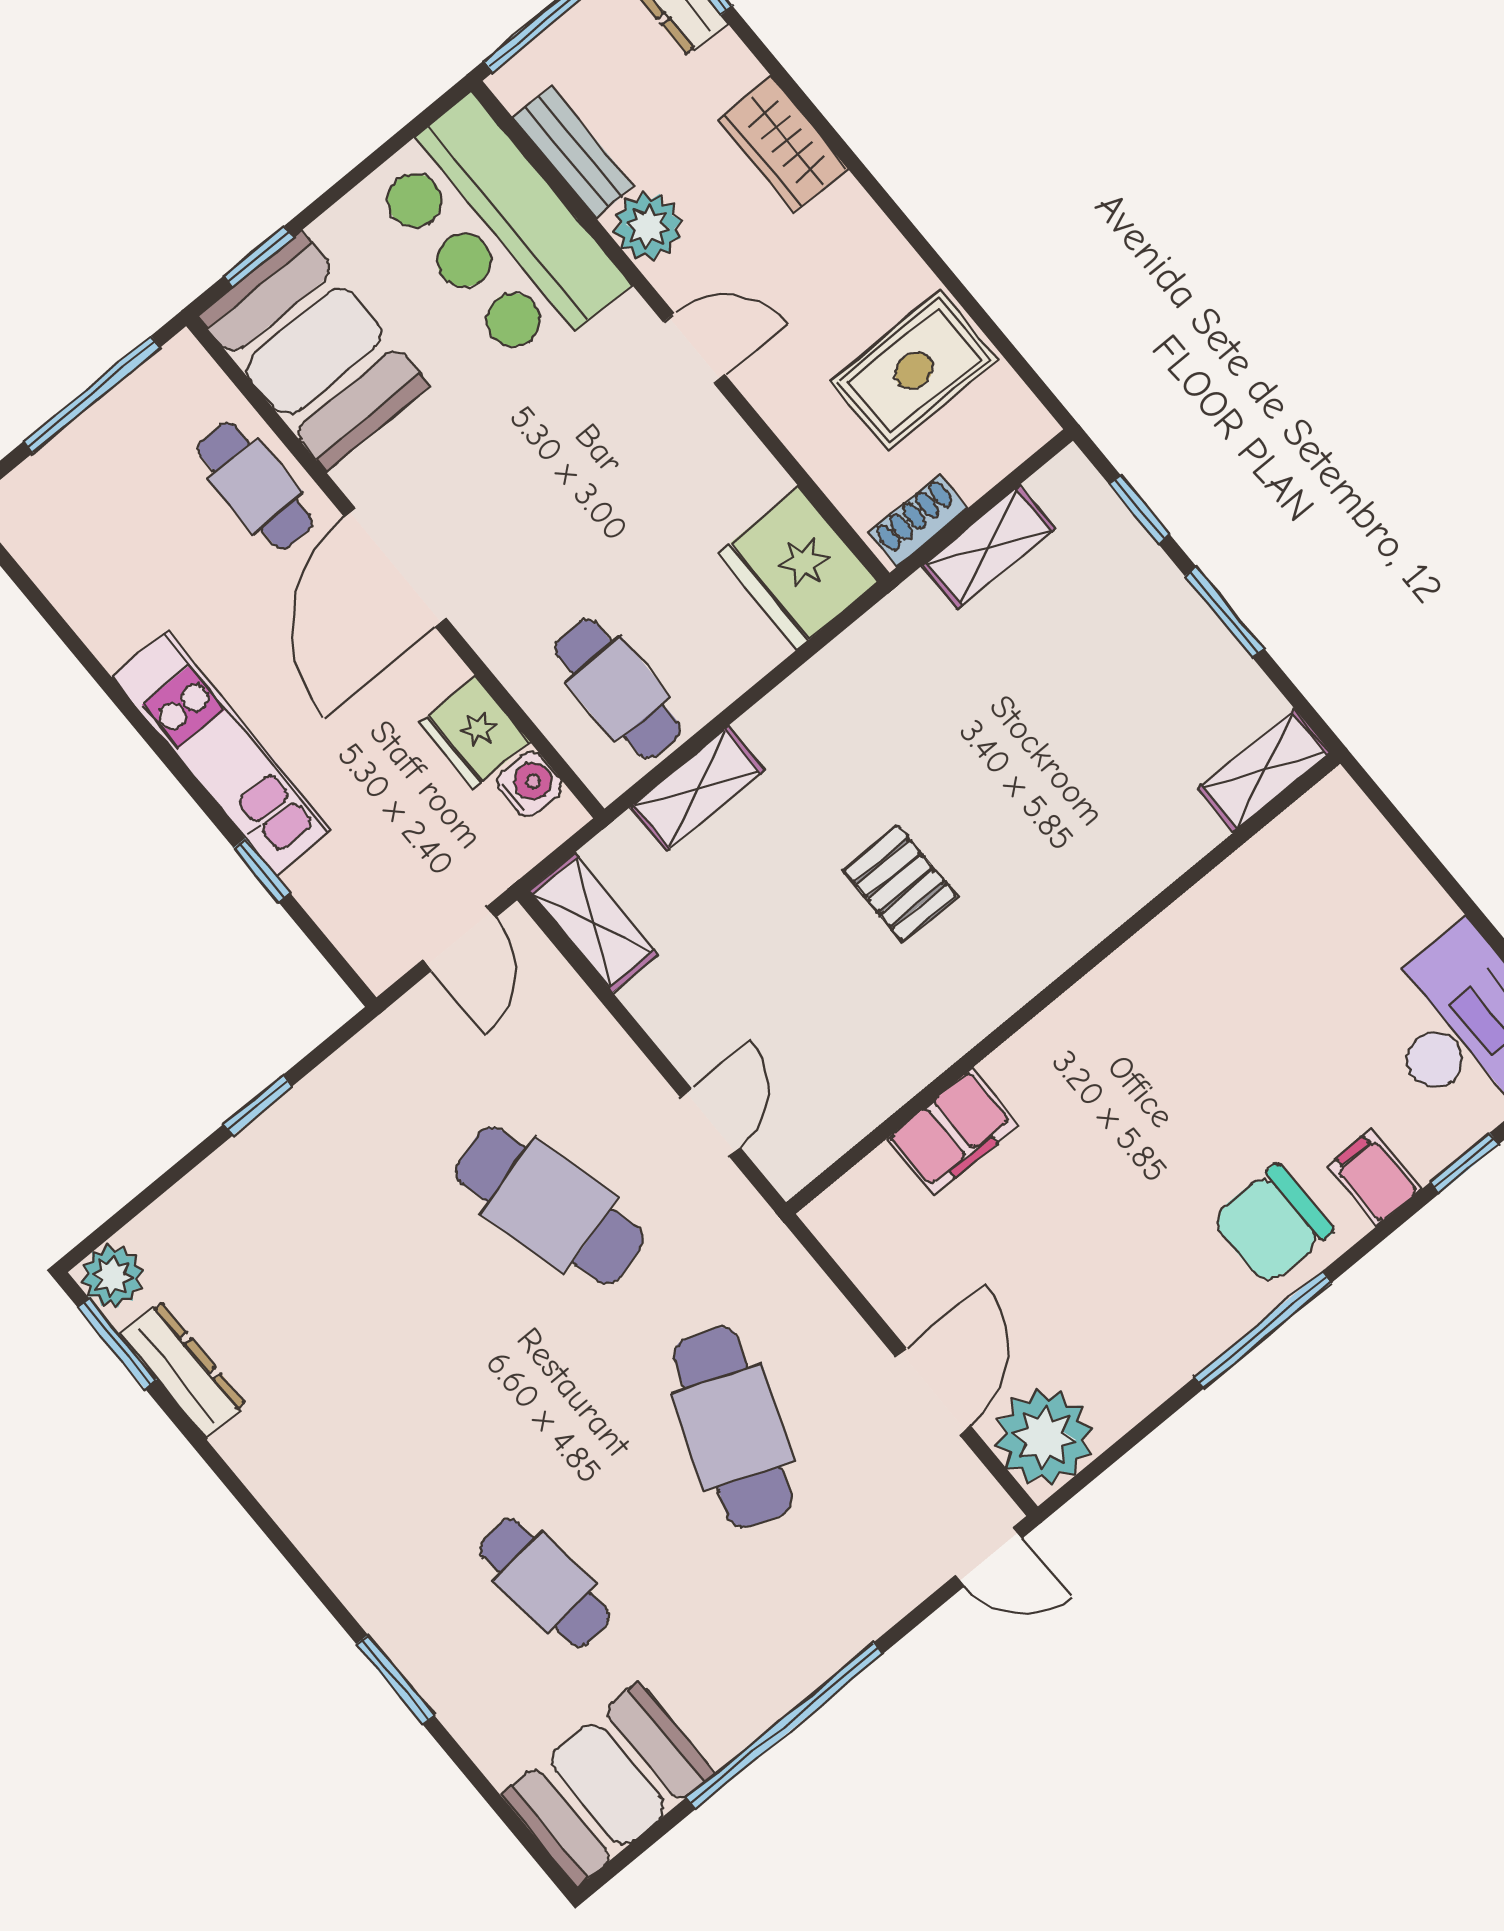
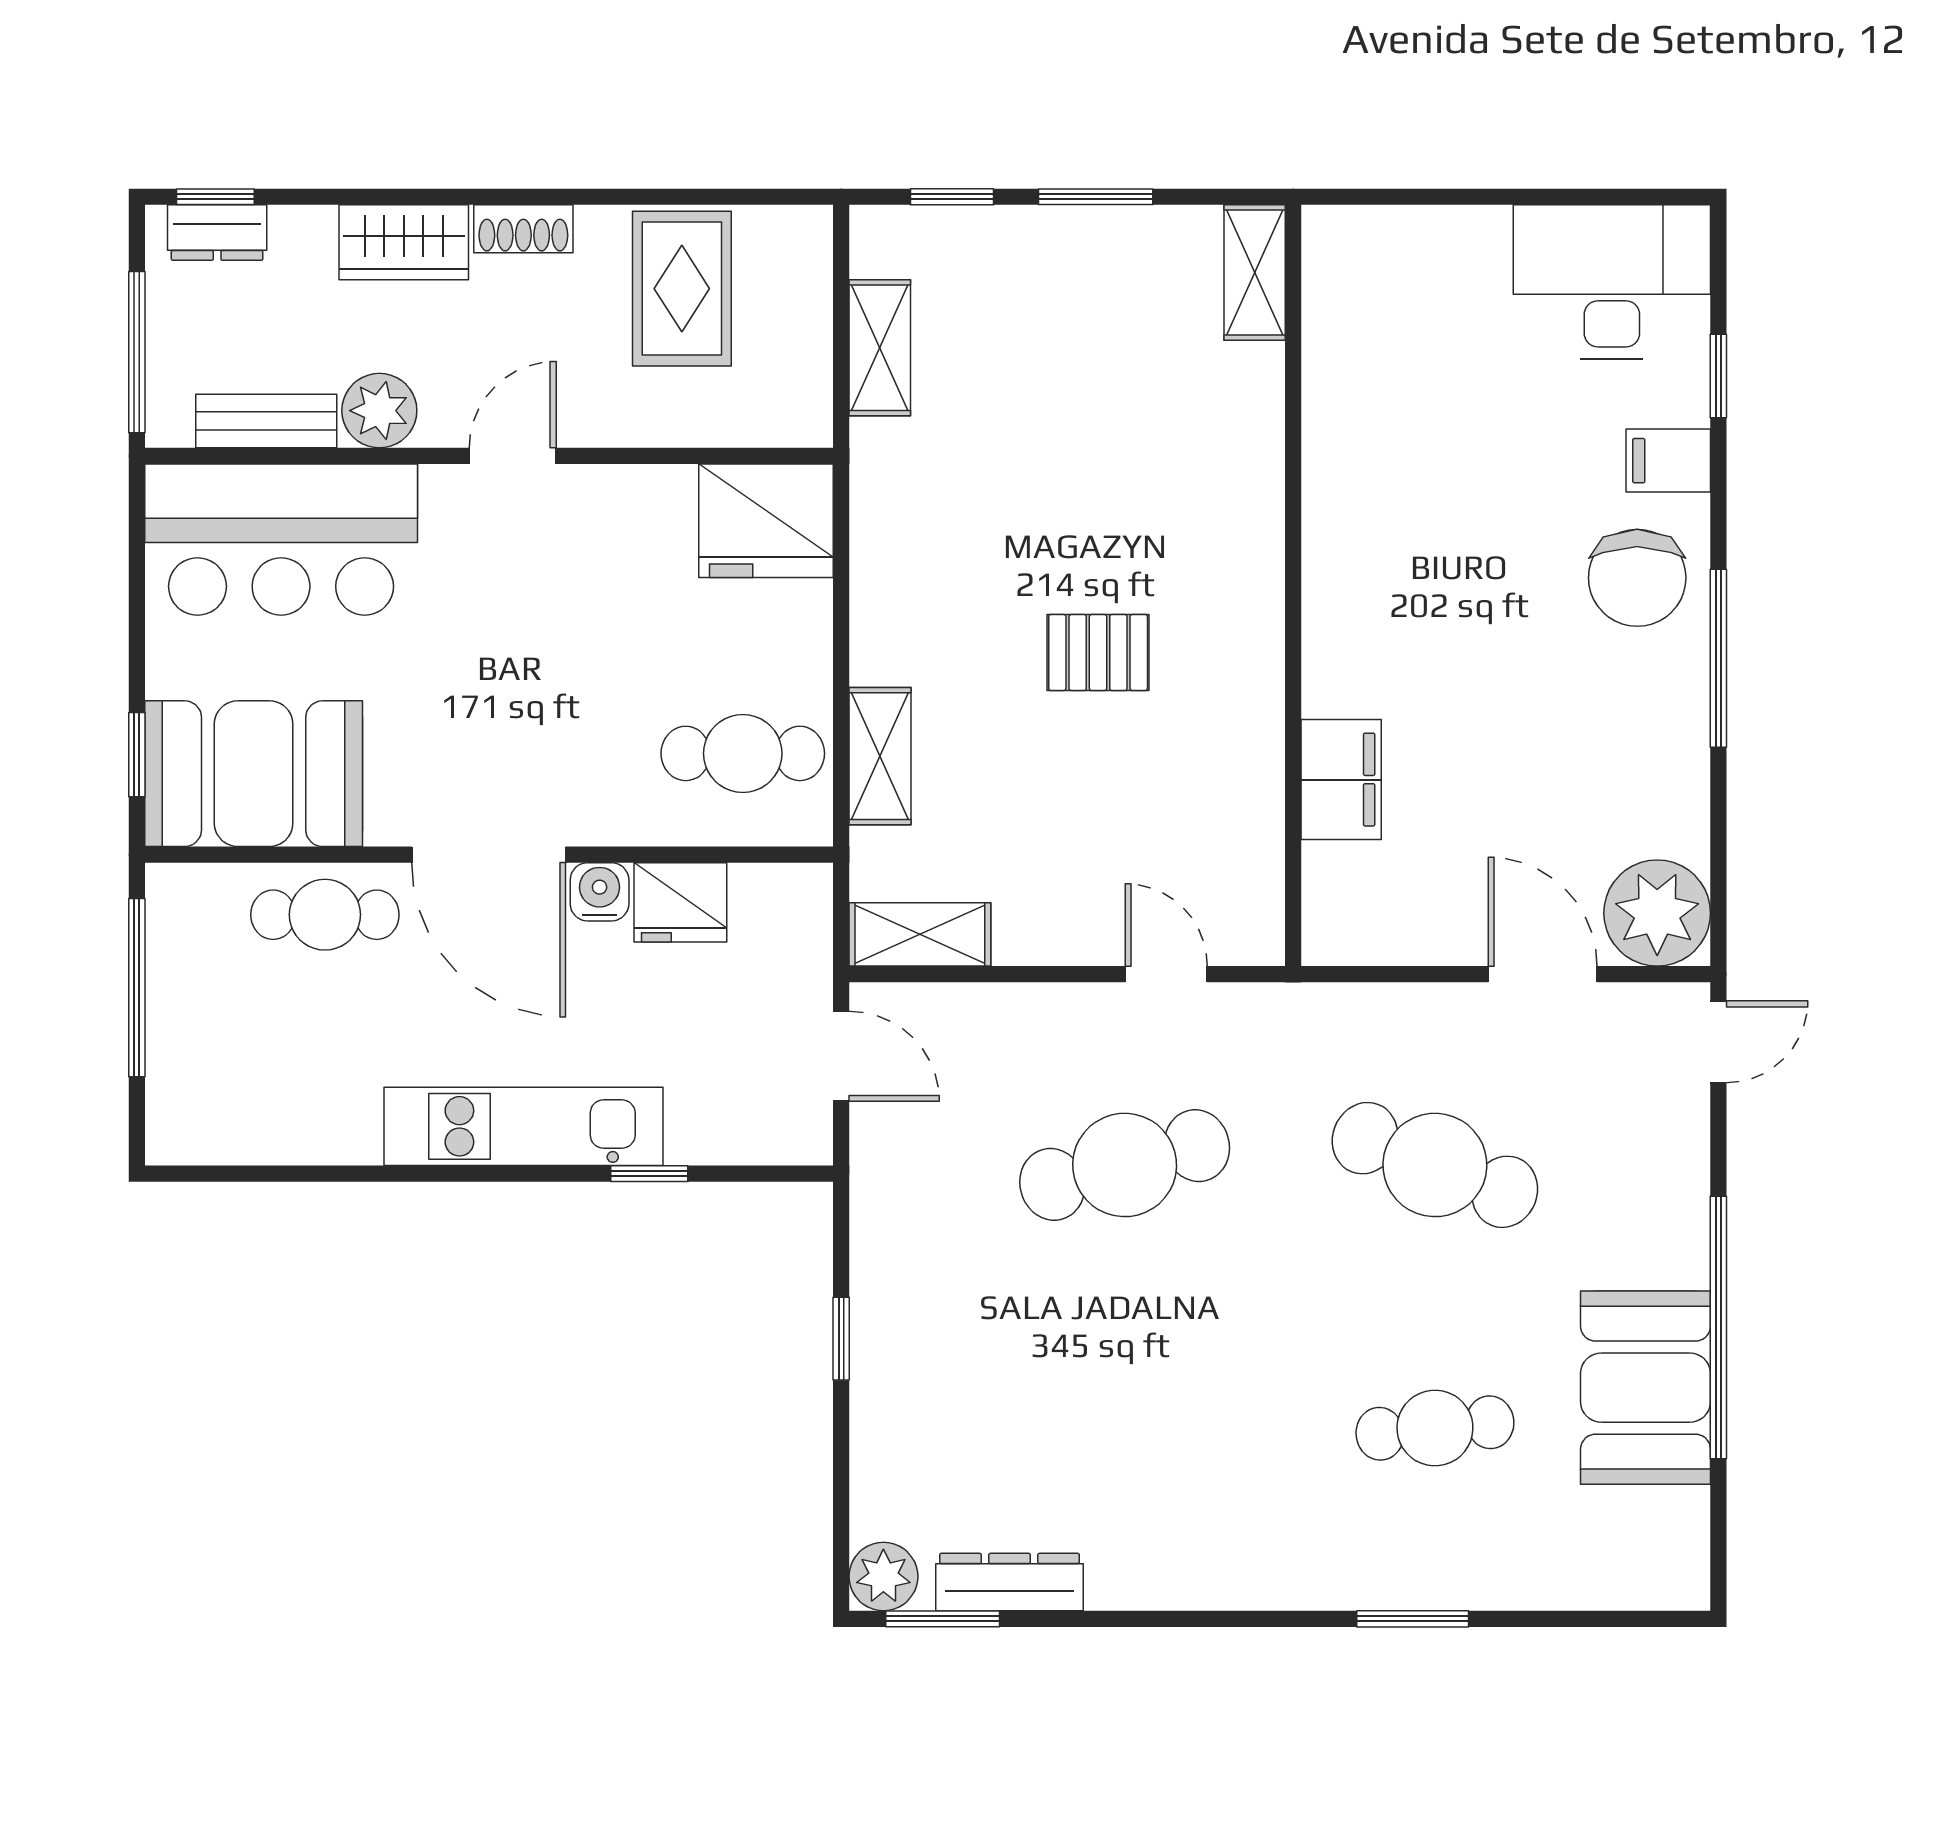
shoe rack: (918, 520) -> (523, 229), moved, turned -90
water cooler: (530, 784) -> (600, 892), moved
booth: (608, 1784) -> (1646, 1388), moved

